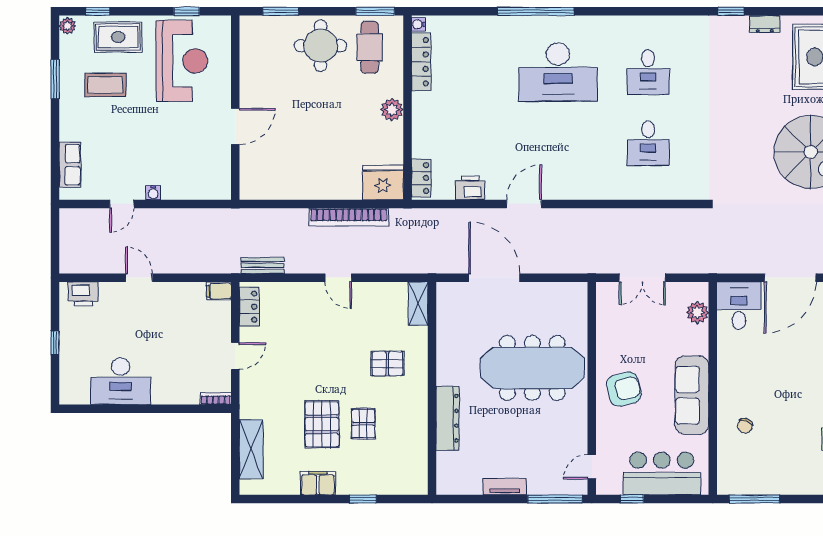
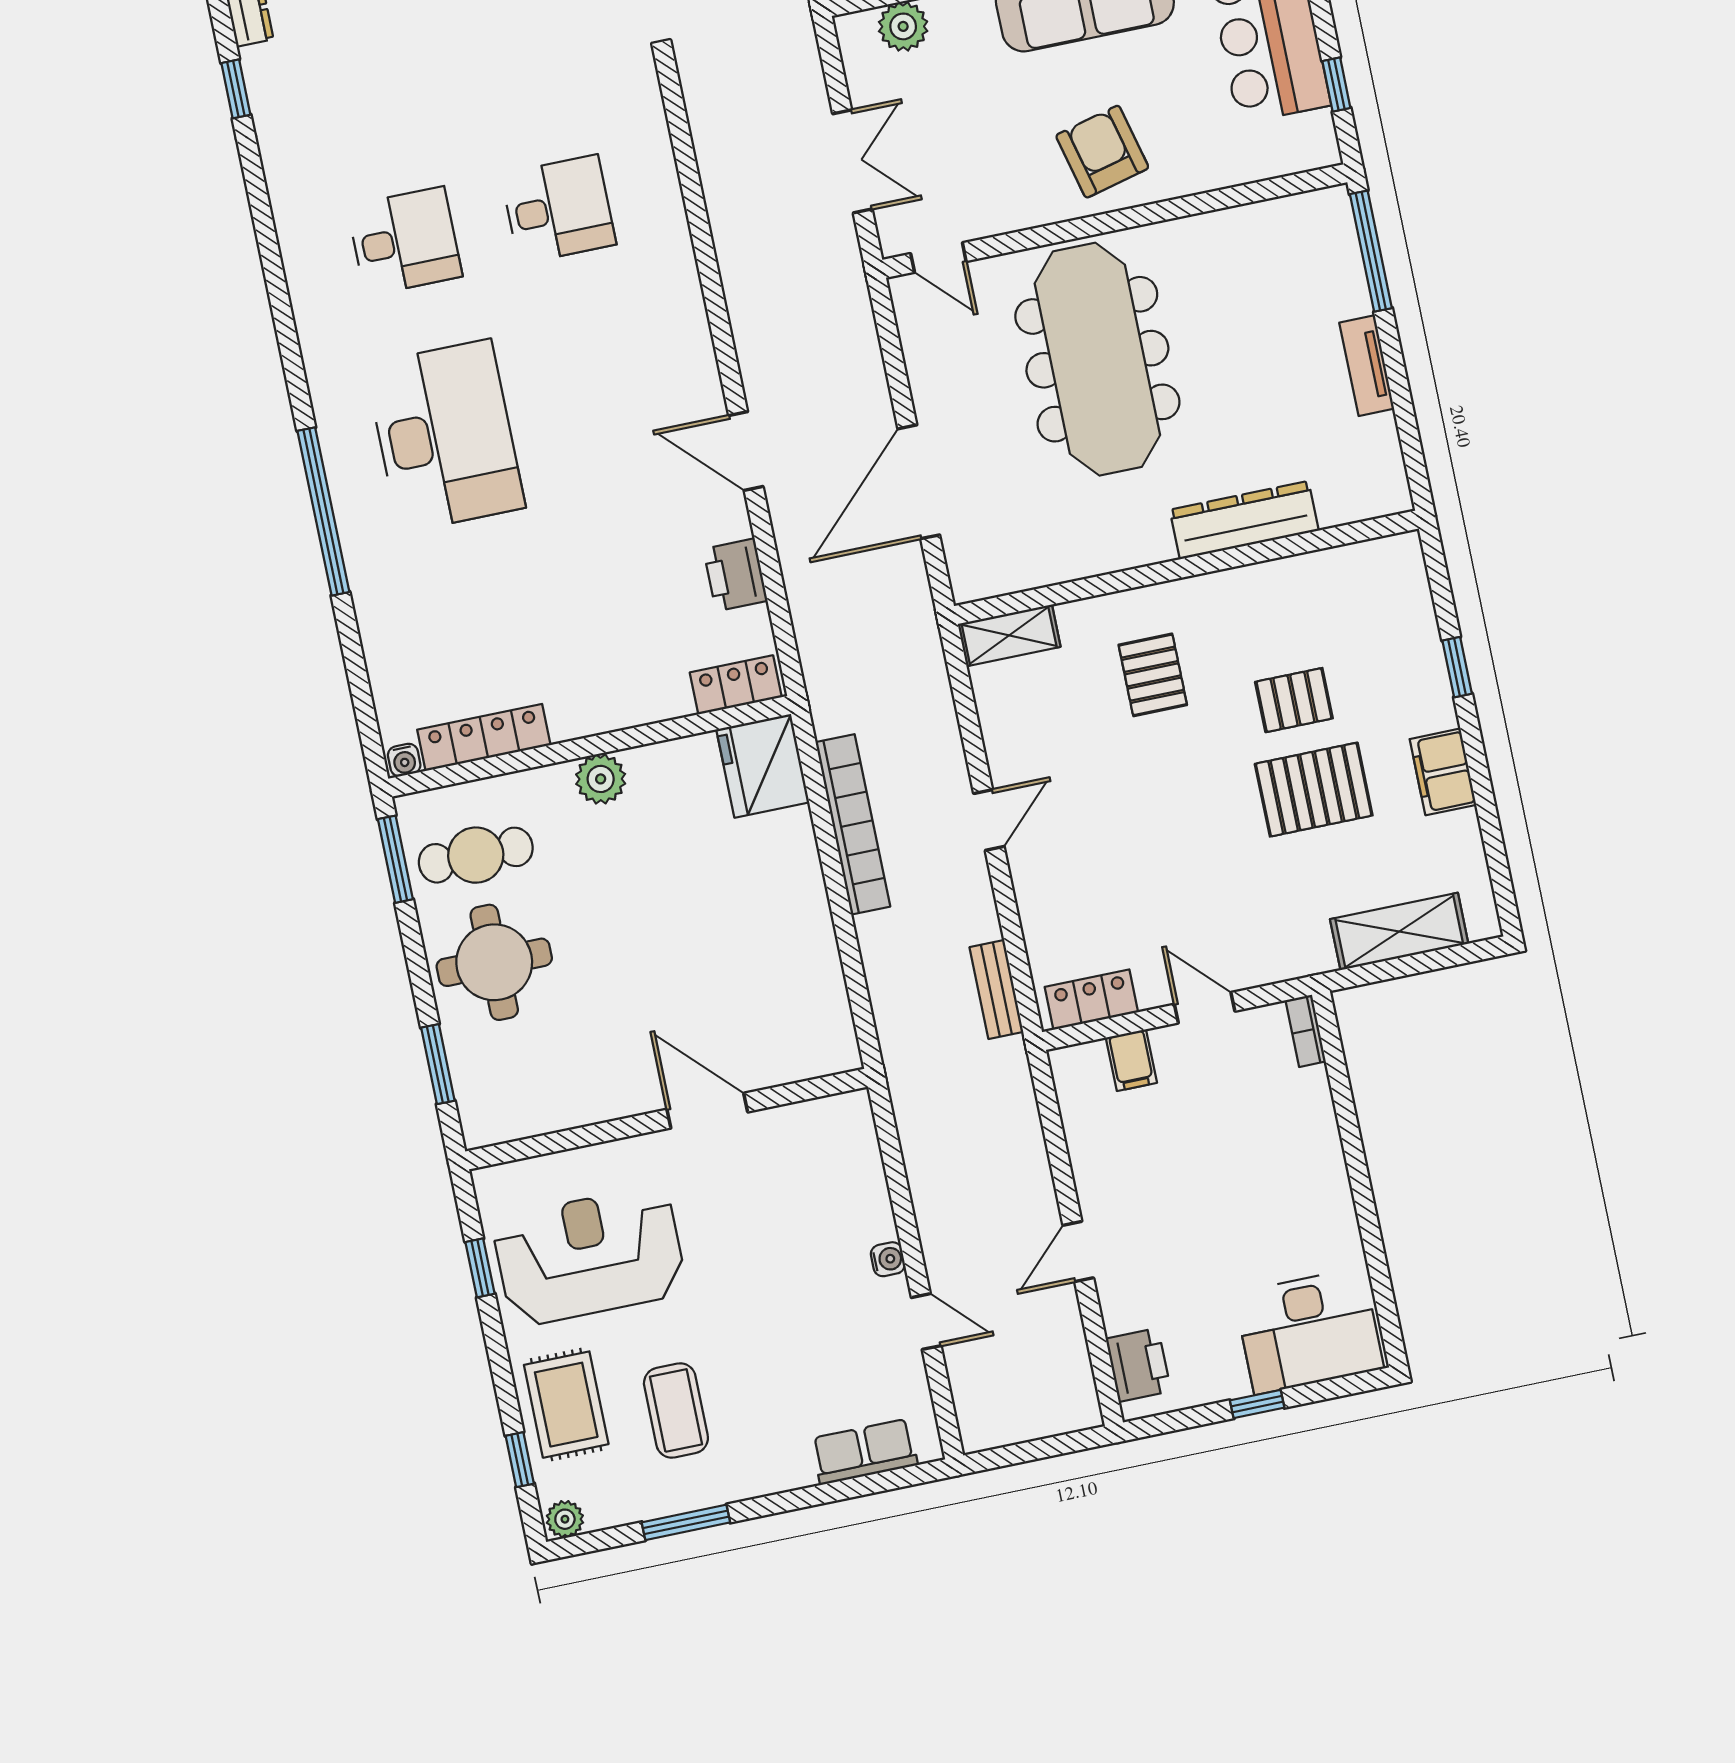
filing cabinet: (219, 291) -> (1131, 1060), moved
desk: (121, 381) -> (1309, 1331), moved, turned 90
door: (592, 467) -> (938, 258), moved

